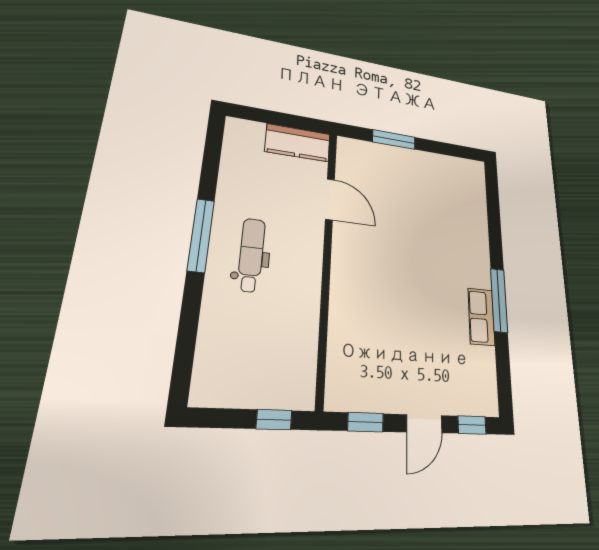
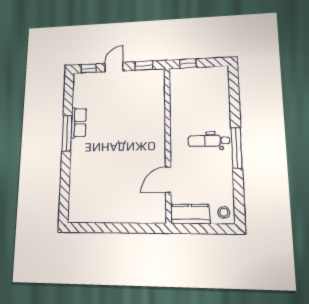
stool: (242, 136) -> (224, 212), added
window: (394, 140) -> (129, 228), removed
door: (330, 199) -> (168, 180), hinge flipped
dental chair: (251, 255) -> (209, 141), turned 90

